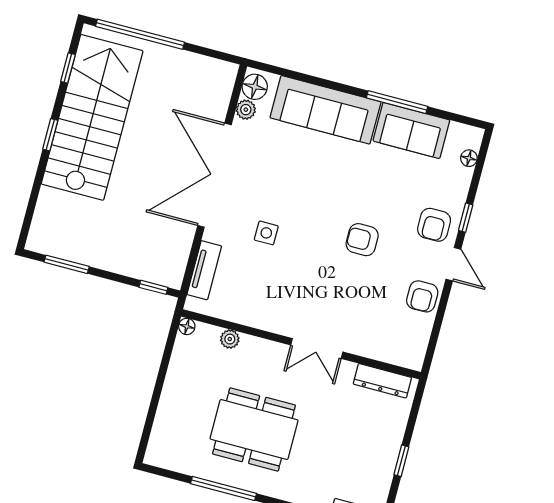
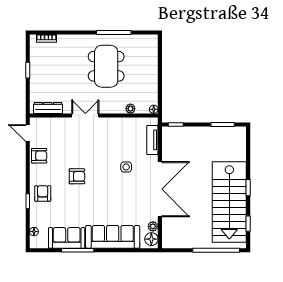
door: (453, 264) -> (28, 133), moved
armchair: (422, 296) -> (39, 156), turned 90
dining table: (254, 430) -> (106, 66), turned 90

